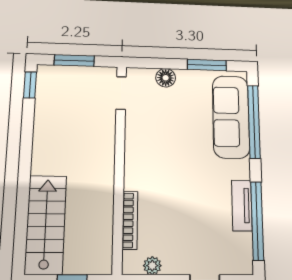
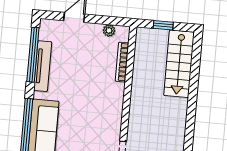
tv unit: (242, 205) -> (43, 66), width x1.41

